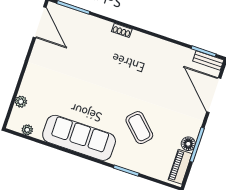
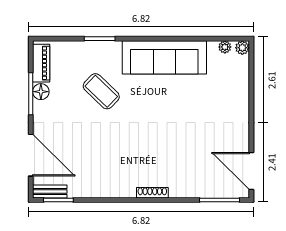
shoe rack: (122, 30) -> (152, 193), width x1.43
plant: (21, 102) -> (242, 48), moved

